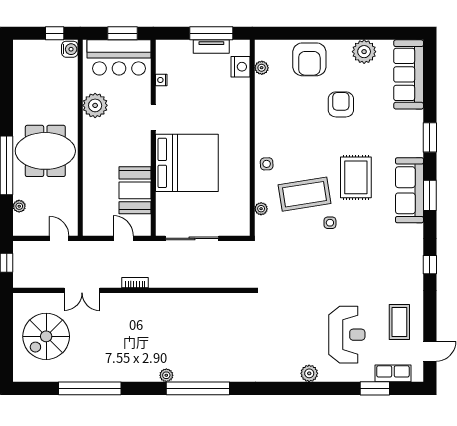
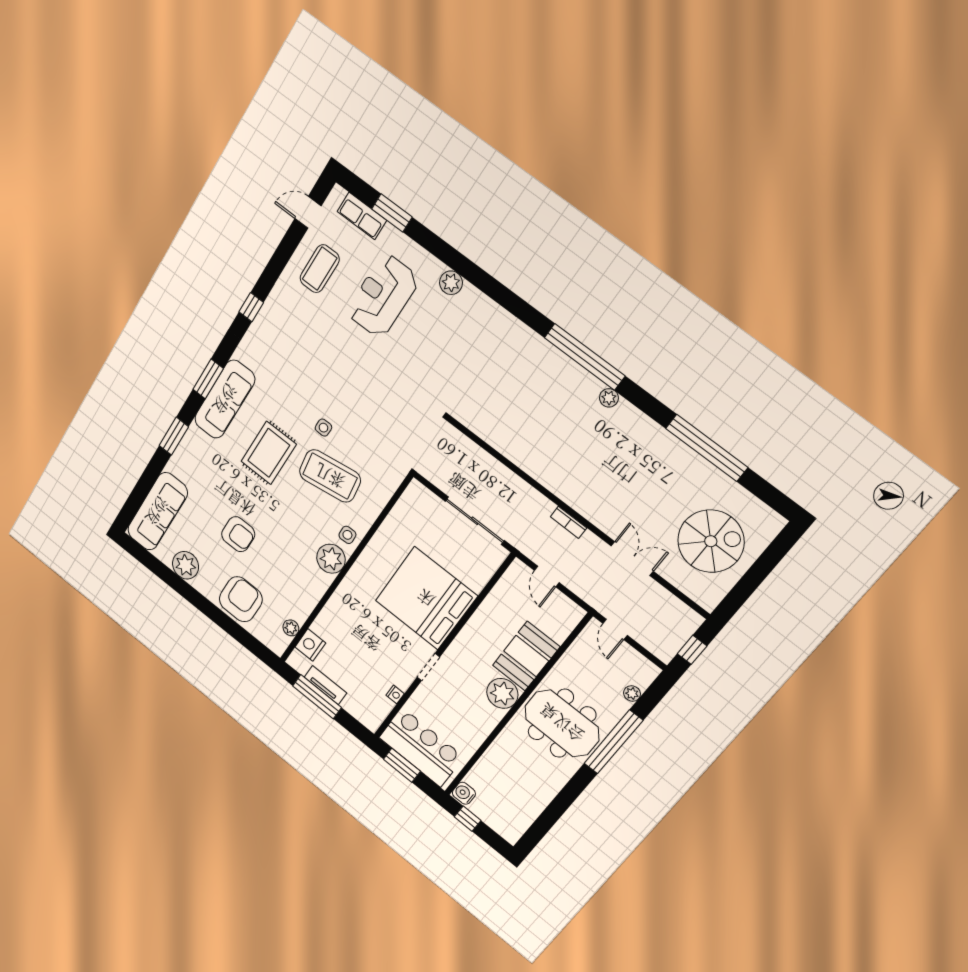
armchair: (341, 104) -> (238, 534), turned -90
plant: (95, 105) -> (502, 693), moved
booth: (135, 190) -> (526, 656), moved
plant: (261, 209) -> (331, 559), moved, width x1.88, depth x1.88

